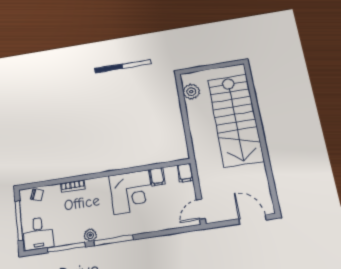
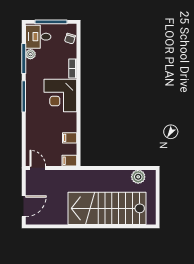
corner desk: (131, 192) -> (60, 96), moved
plant: (90, 235) -> (30, 54), moved

